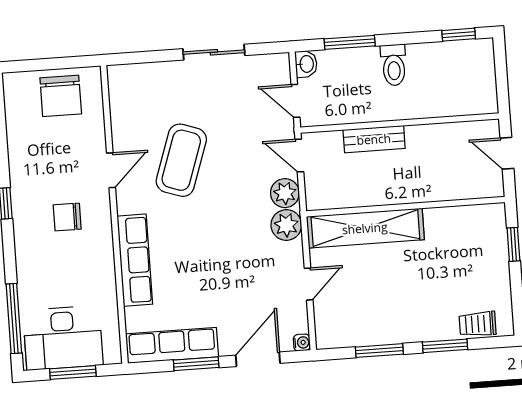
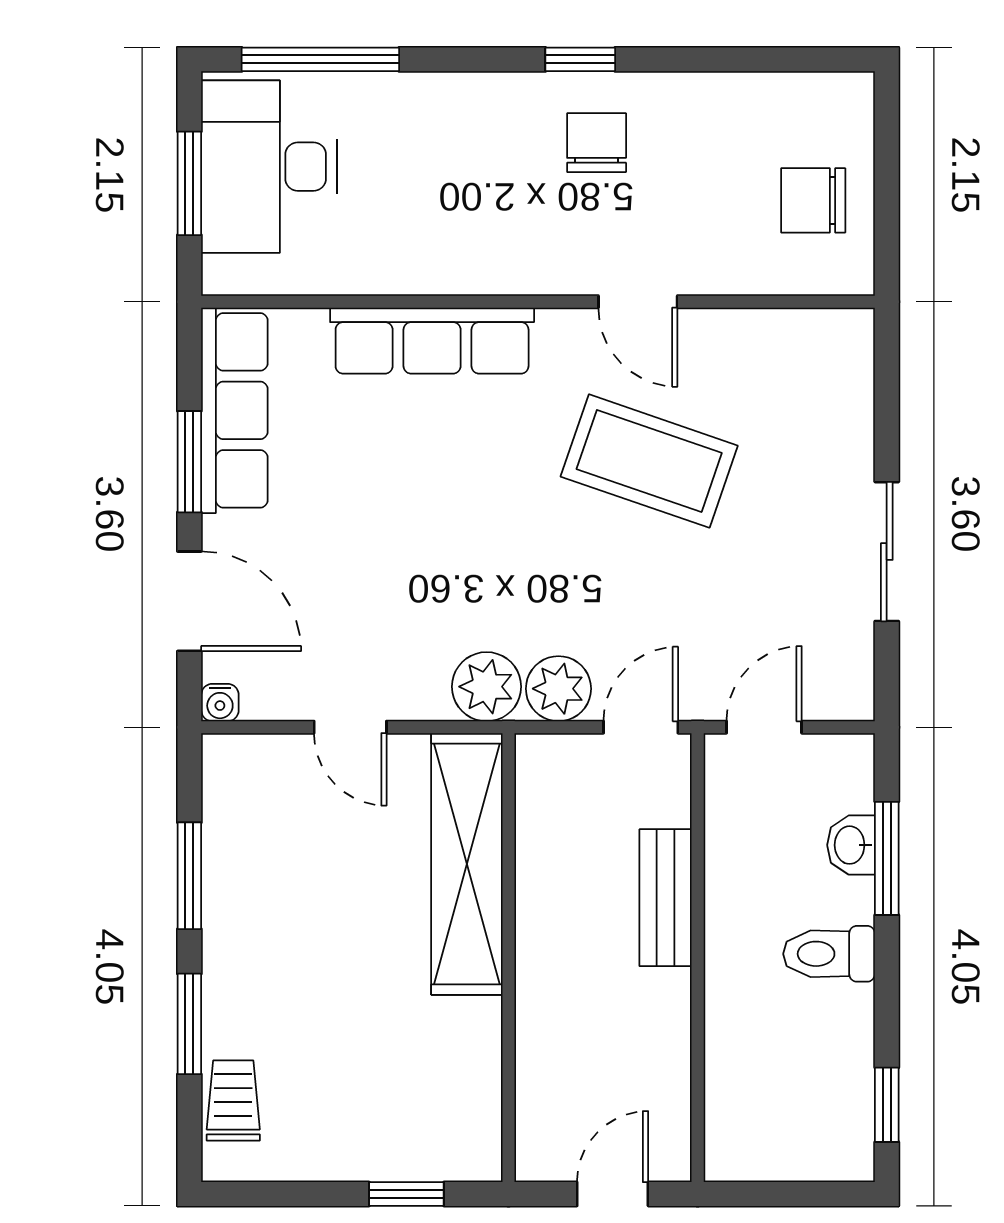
washbasin: (306, 64) -> (851, 845), moved, turned 90
chair: (61, 96) -> (813, 200), width x0.73, depth x0.73
chair: (67, 217) -> (597, 143), moved

